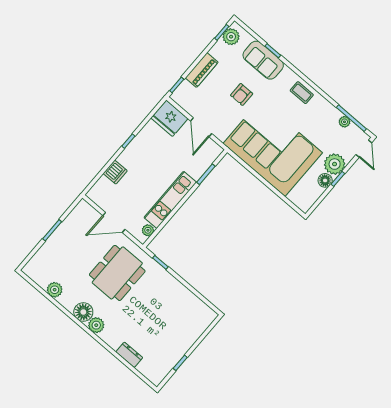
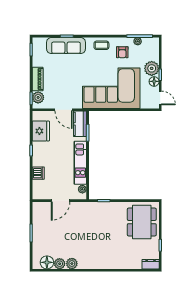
plant: (231, 37) -> (38, 97), moved
sofa: (263, 60) -> (66, 46), width x1.36
armchair: (242, 94) -> (122, 52), moved
fridge: (170, 118) -> (41, 131), moved, turned -90
door: (364, 149) -> (160, 98), moved
kitchen counter: (206, 158) -> (80, 124), added
dining table: (117, 273) -> (142, 222), moved
floor lamp: (83, 312) -> (47, 262), moved
plant: (96, 325) -> (72, 264), moved
dresser: (129, 355) -> (151, 264), moved

